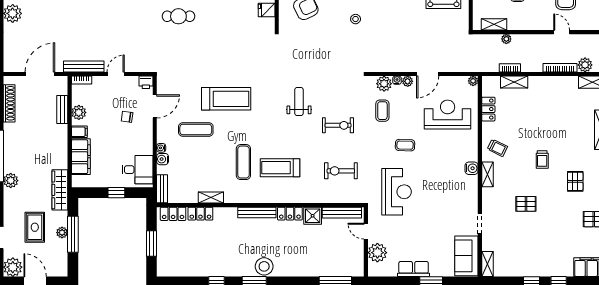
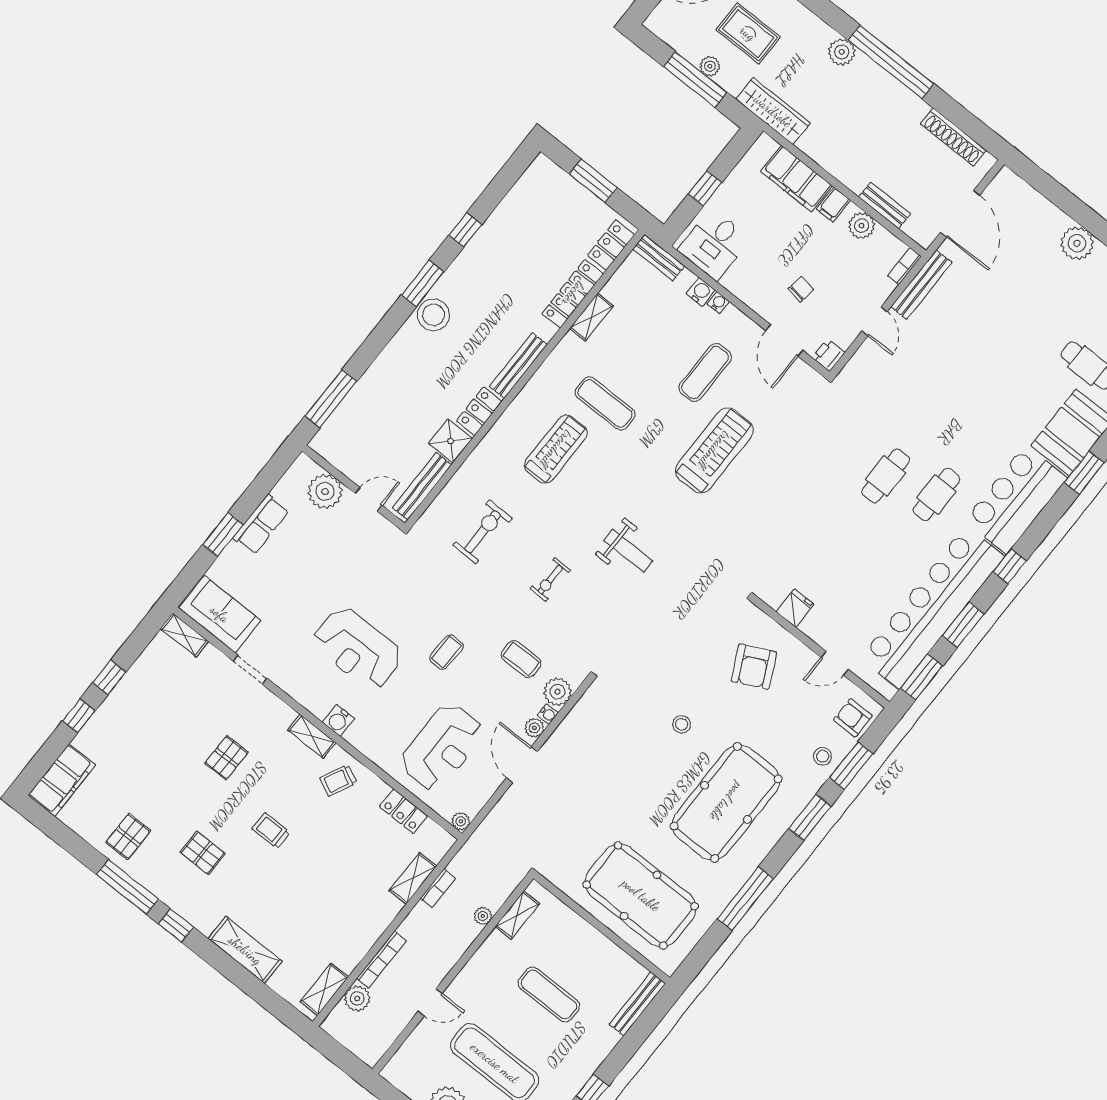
treadmill: (226, 99) -> (714, 450), turned 180
exercise bike: (338, 125) -> (550, 579), width x0.73, depth x0.72
reception desk: (397, 192) -> (357, 648), moved
locker: (200, 214) -> (573, 294), width x1.53

